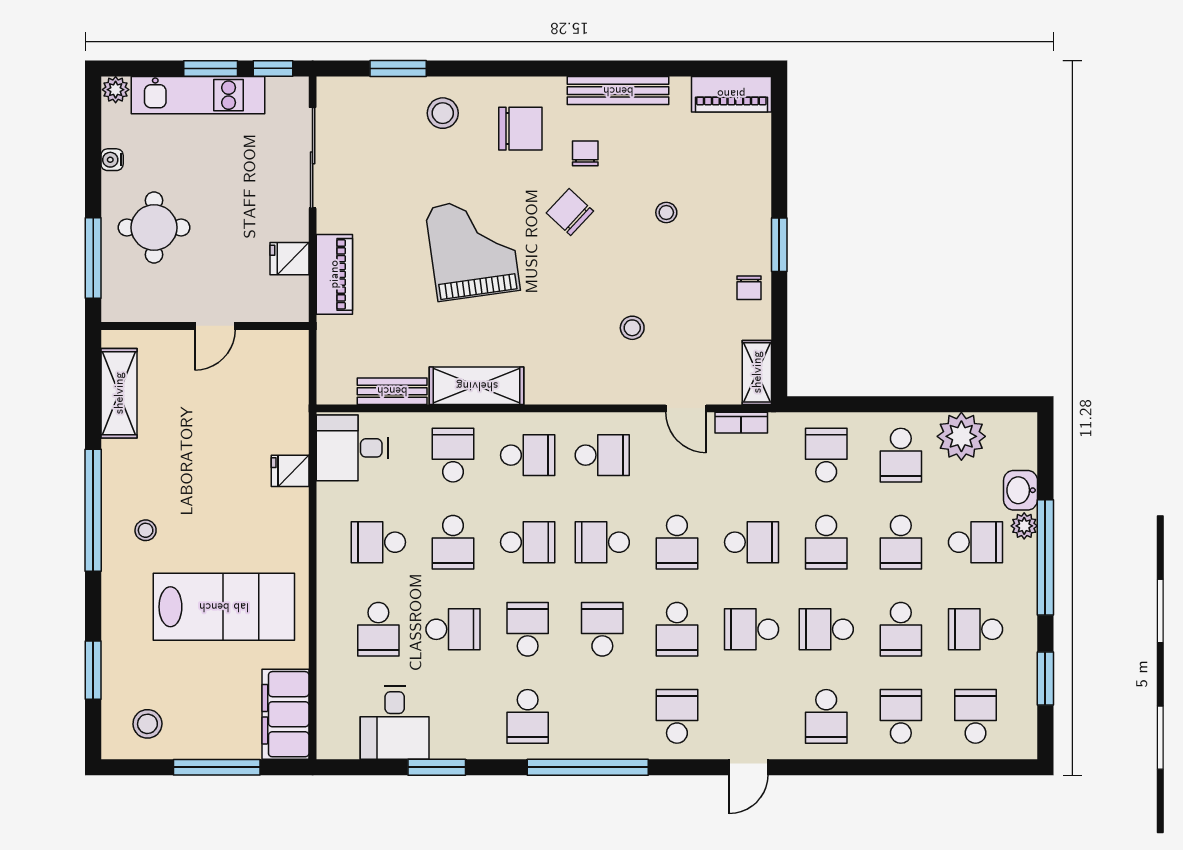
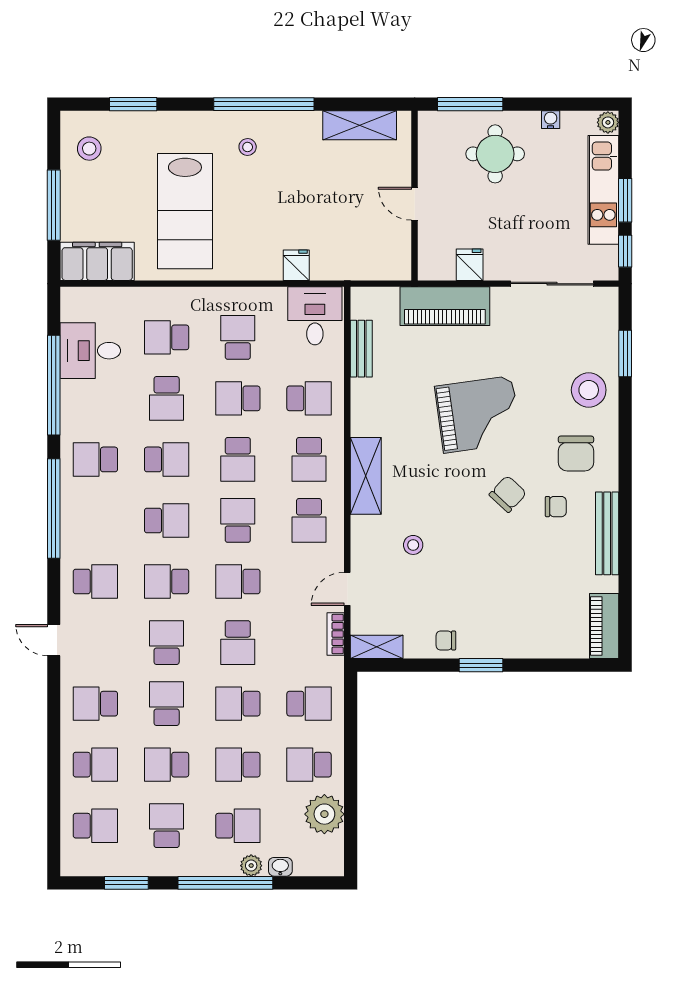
stool: (443, 113) -> (589, 390), width x1.38, depth x1.38
stool: (666, 212) -> (507, 573), removed
piano: (334, 274) -> (445, 306), width x1.37, depth x1.33
shelving: (477, 386) -> (366, 476), moved
washbasin: (1021, 490) -> (280, 867), width x0.72, depth x0.69
school desk: (975, 542) -> (238, 826), turned -90
window: (437, 767) -> (54, 385), width x2.11

